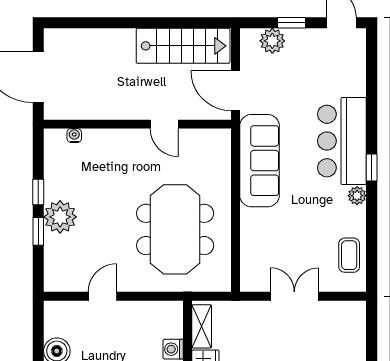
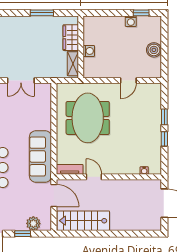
tv unit: (207, 138) -> (70, 169), added
plant: (60, 217) -> (152, 125), removed

